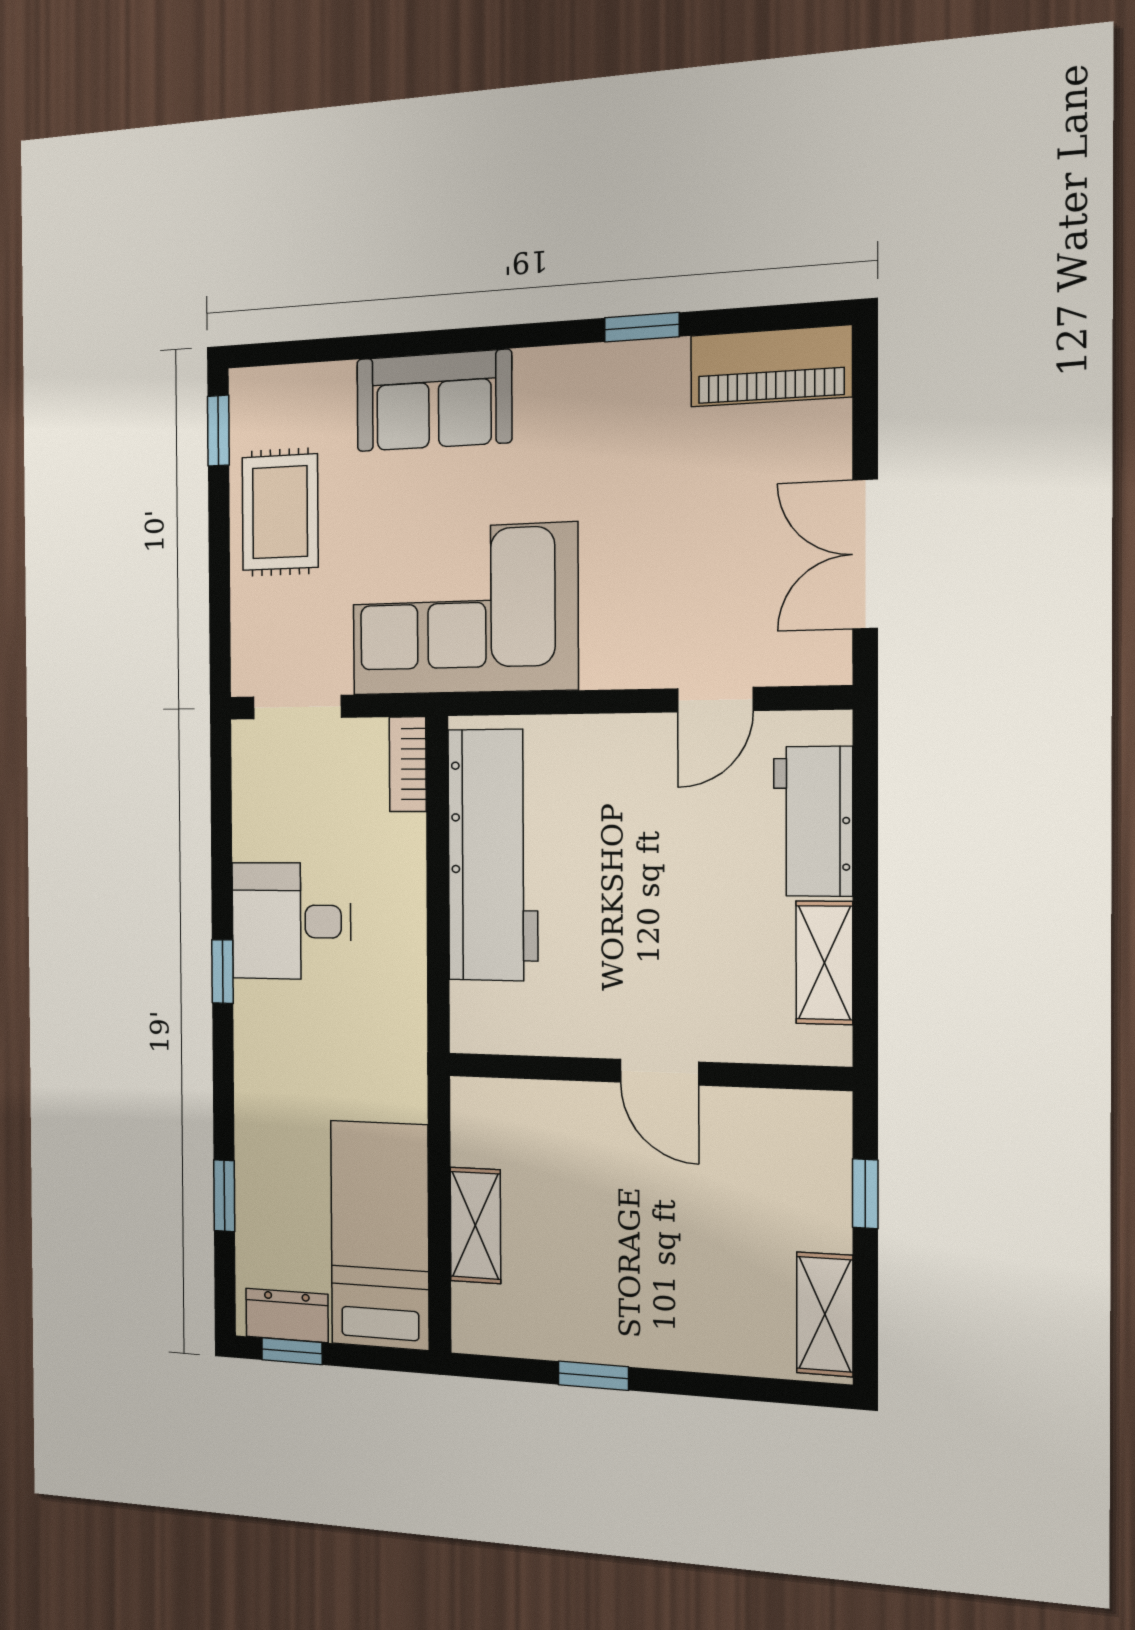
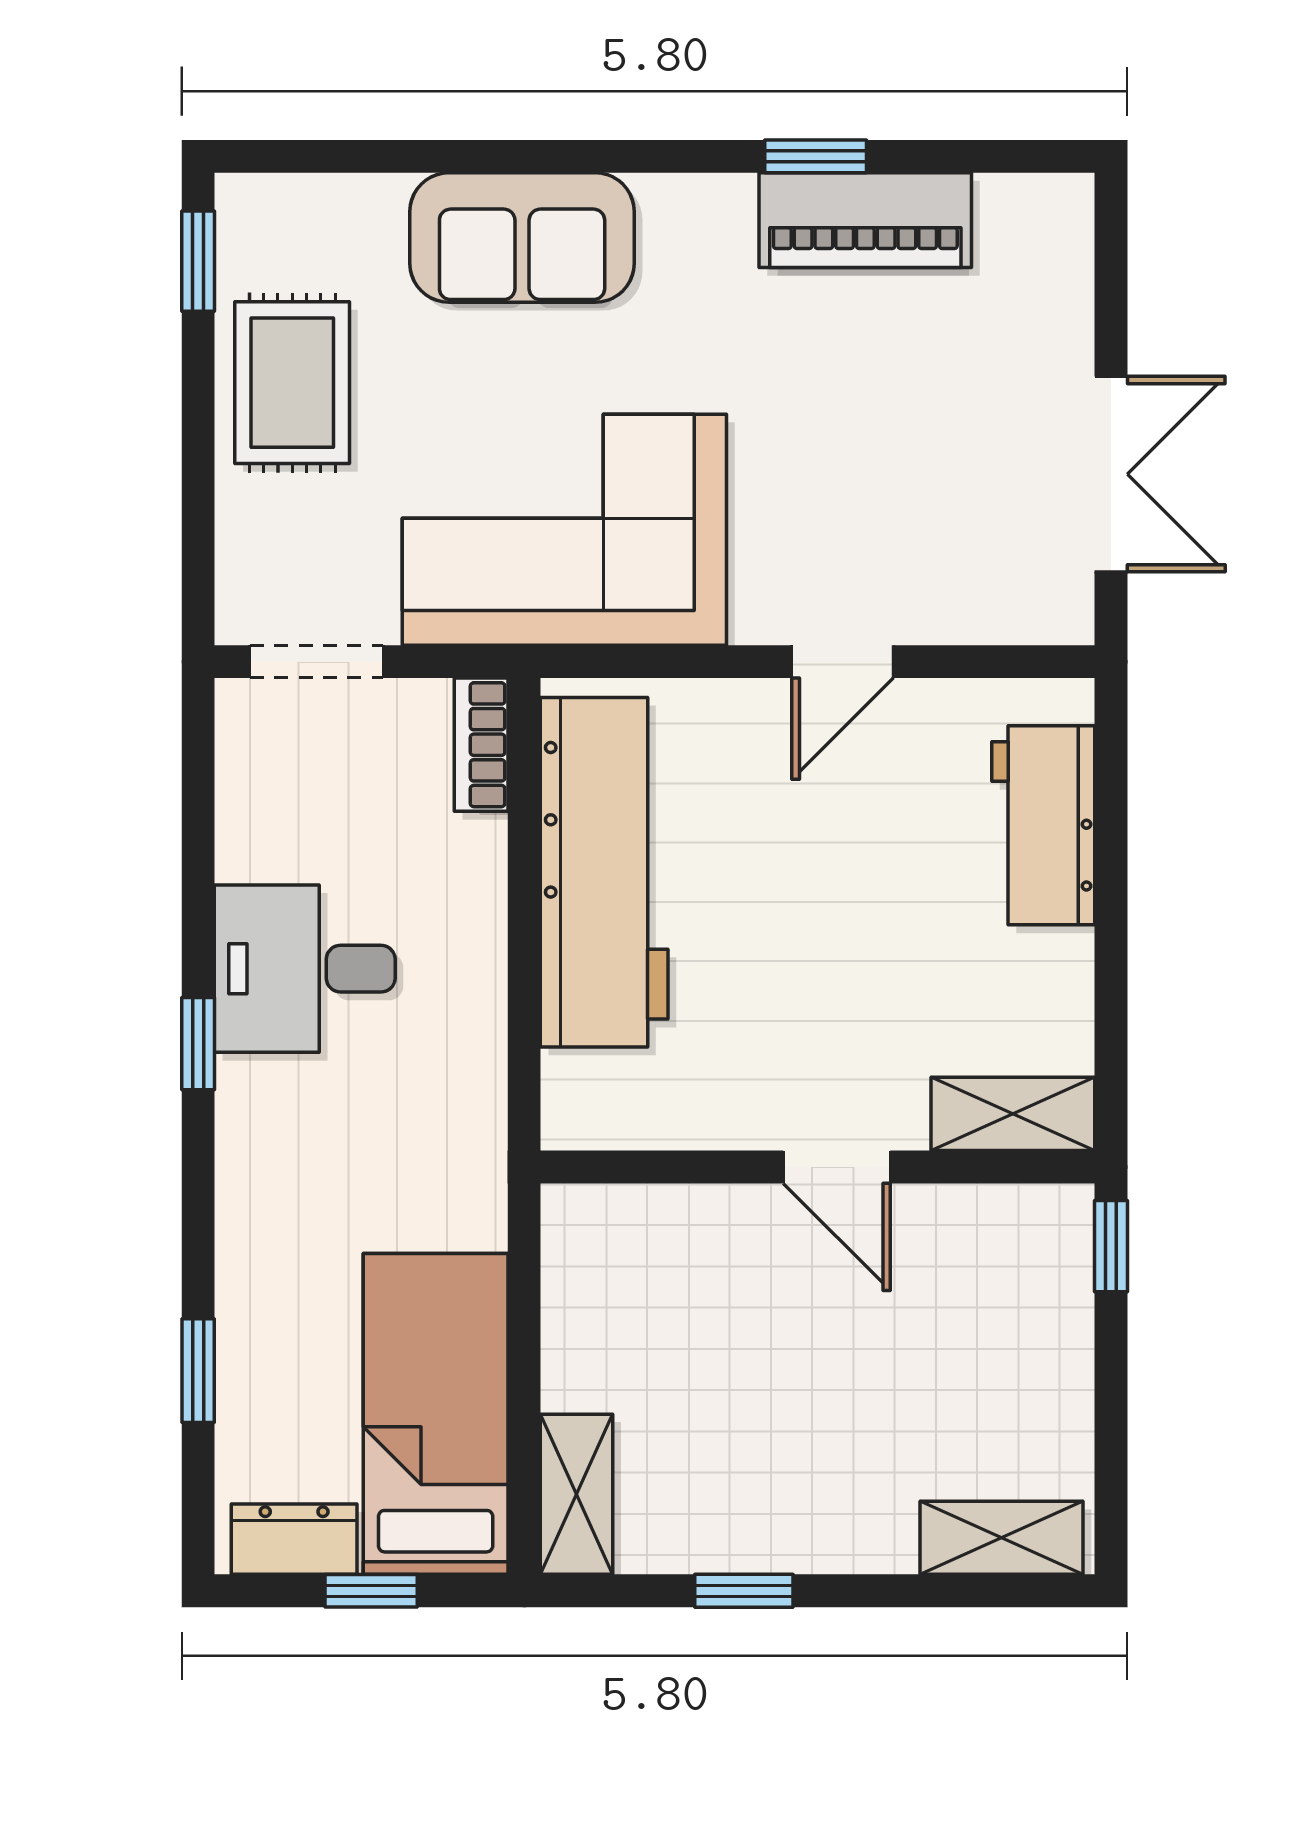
piano: (771, 366) -> (865, 220), moved
double door: (865, 554) -> (1111, 474), swing flipped
door: (715, 700) -> (843, 662), moved
shelving: (824, 963) -> (1013, 1114), moved, turned 90
window: (865, 1194) -> (1111, 1246), moved
shelving: (475, 1225) -> (577, 1494), moved
shelving: (825, 1314) -> (1001, 1538), moved, turned 90
window: (292, 1351) -> (371, 1591), moved

